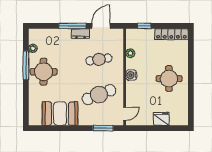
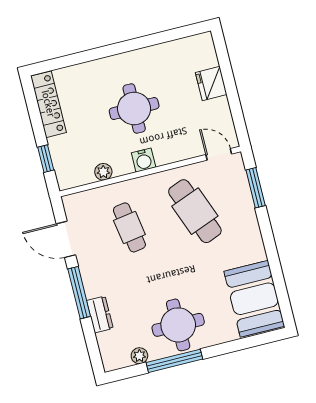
dresser: (80, 34) -> (100, 314), moved
round table: (169, 79) -> (134, 109), moved
booth: (60, 114) -> (254, 299), moved

